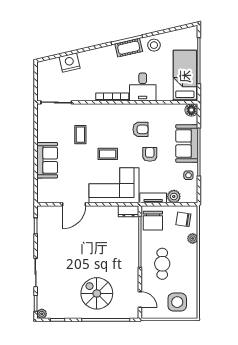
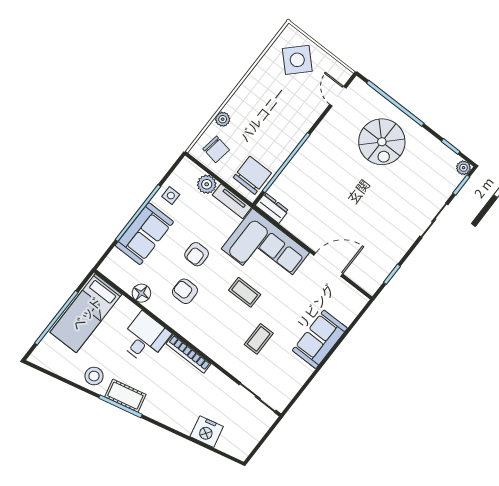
floor lamp: (191, 110) -> (141, 293), moved
cafe table: (162, 264) -> (280, 117), removed
side table: (177, 302) -> (297, 60), turned 45

